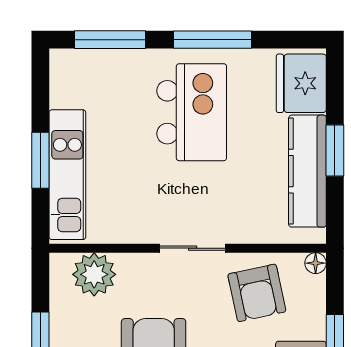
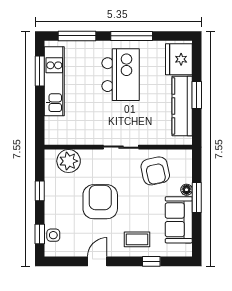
window: (40, 160) -> (40, 71), moved
kitchen unit: (67, 175) -> (54, 81), moved
floor lamp: (316, 263) -> (187, 190), moved

